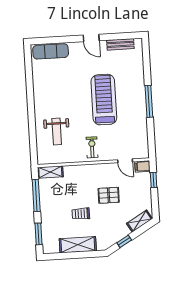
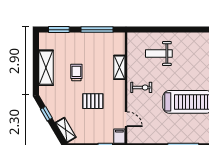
door: (125, 161) -> (126, 119), swing flipped
shelving: (50, 172) -> (119, 67), moved
pallet: (109, 195) -> (93, 101), turned 90

